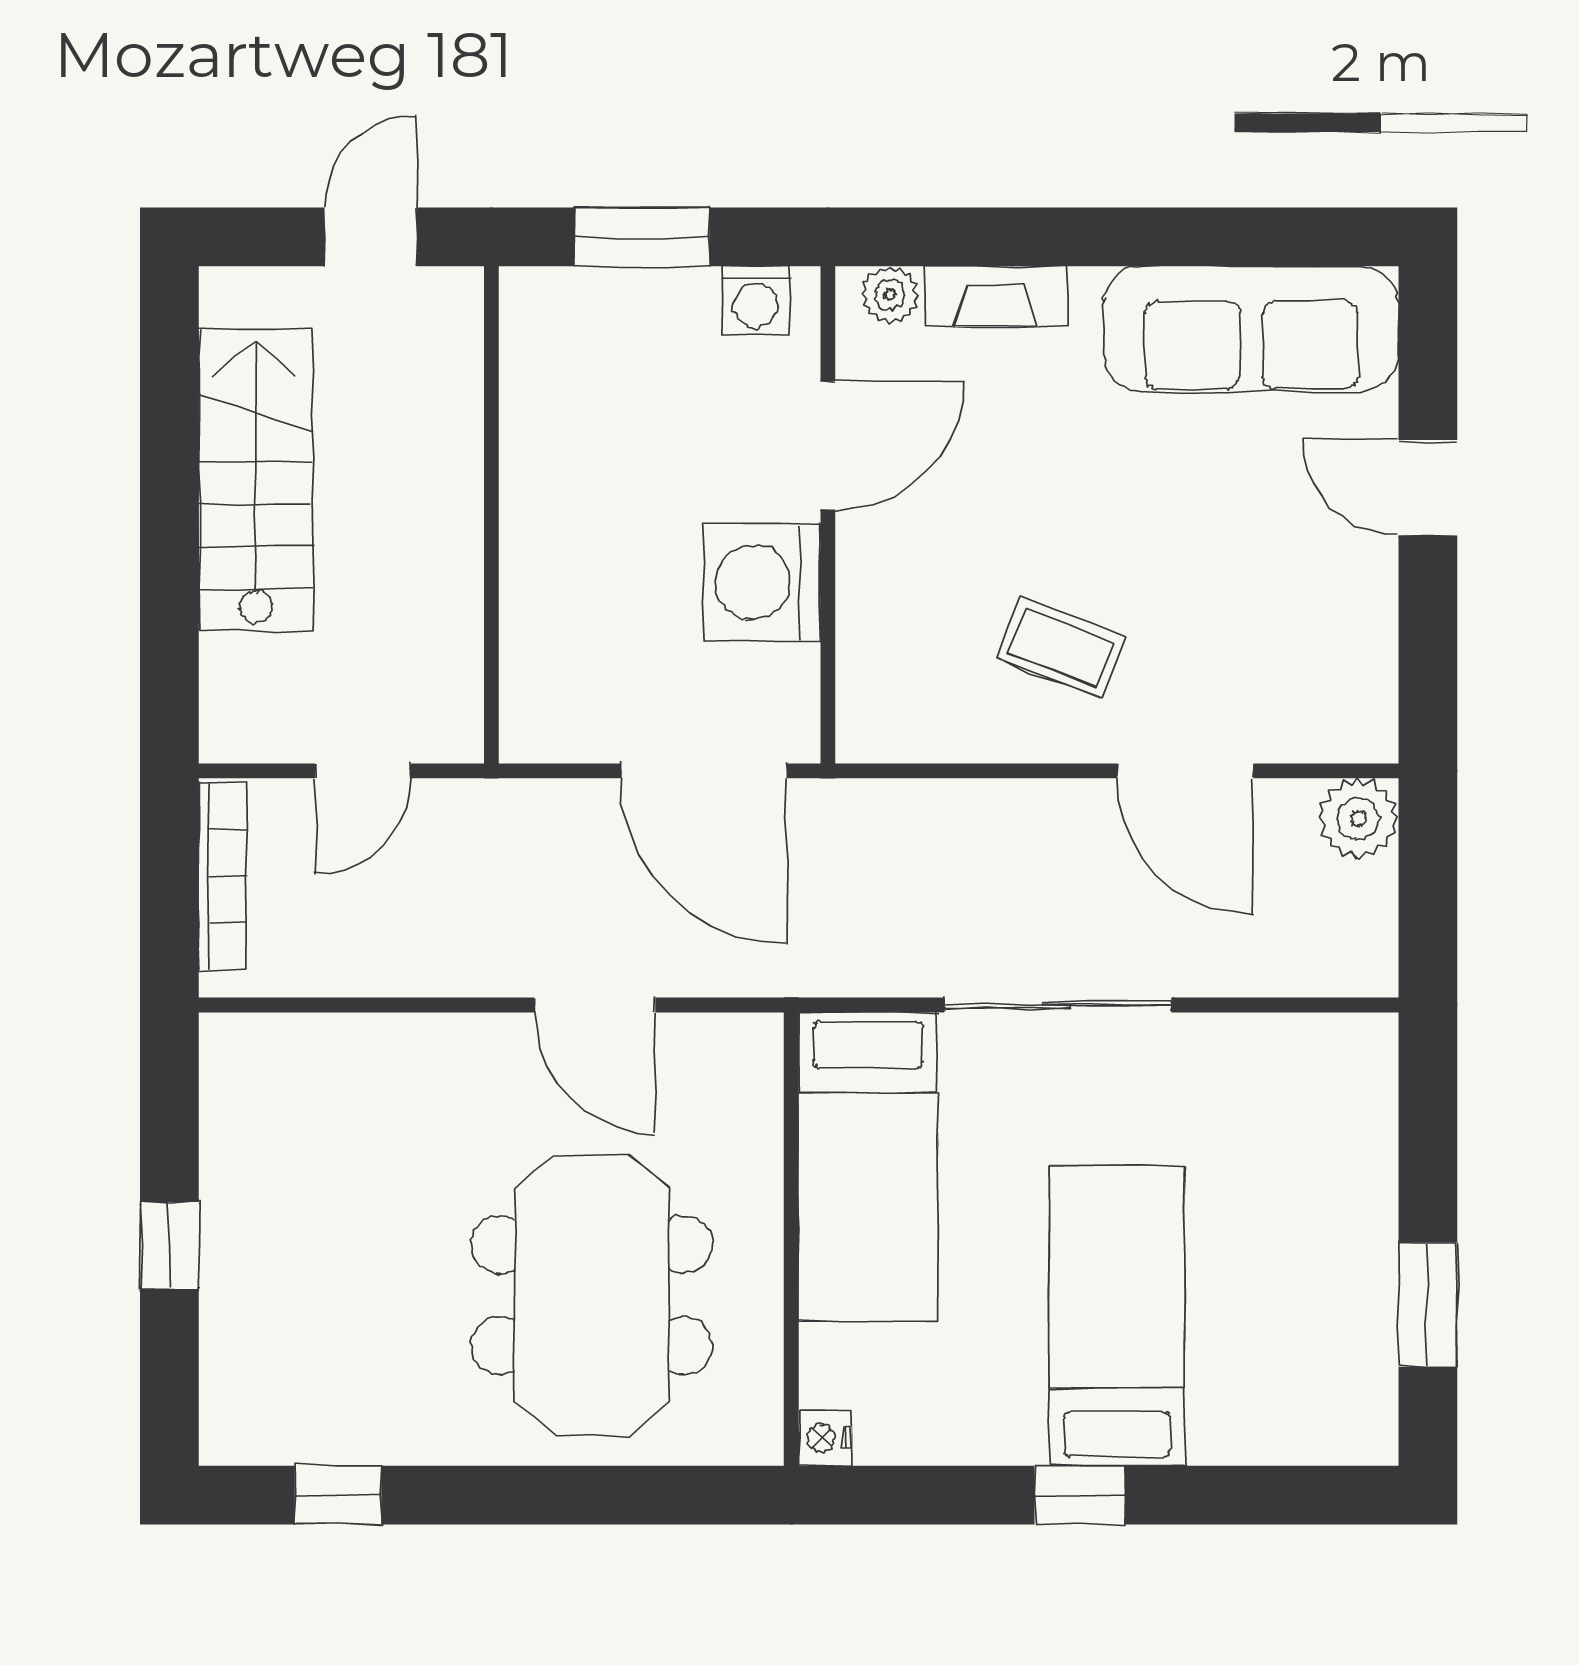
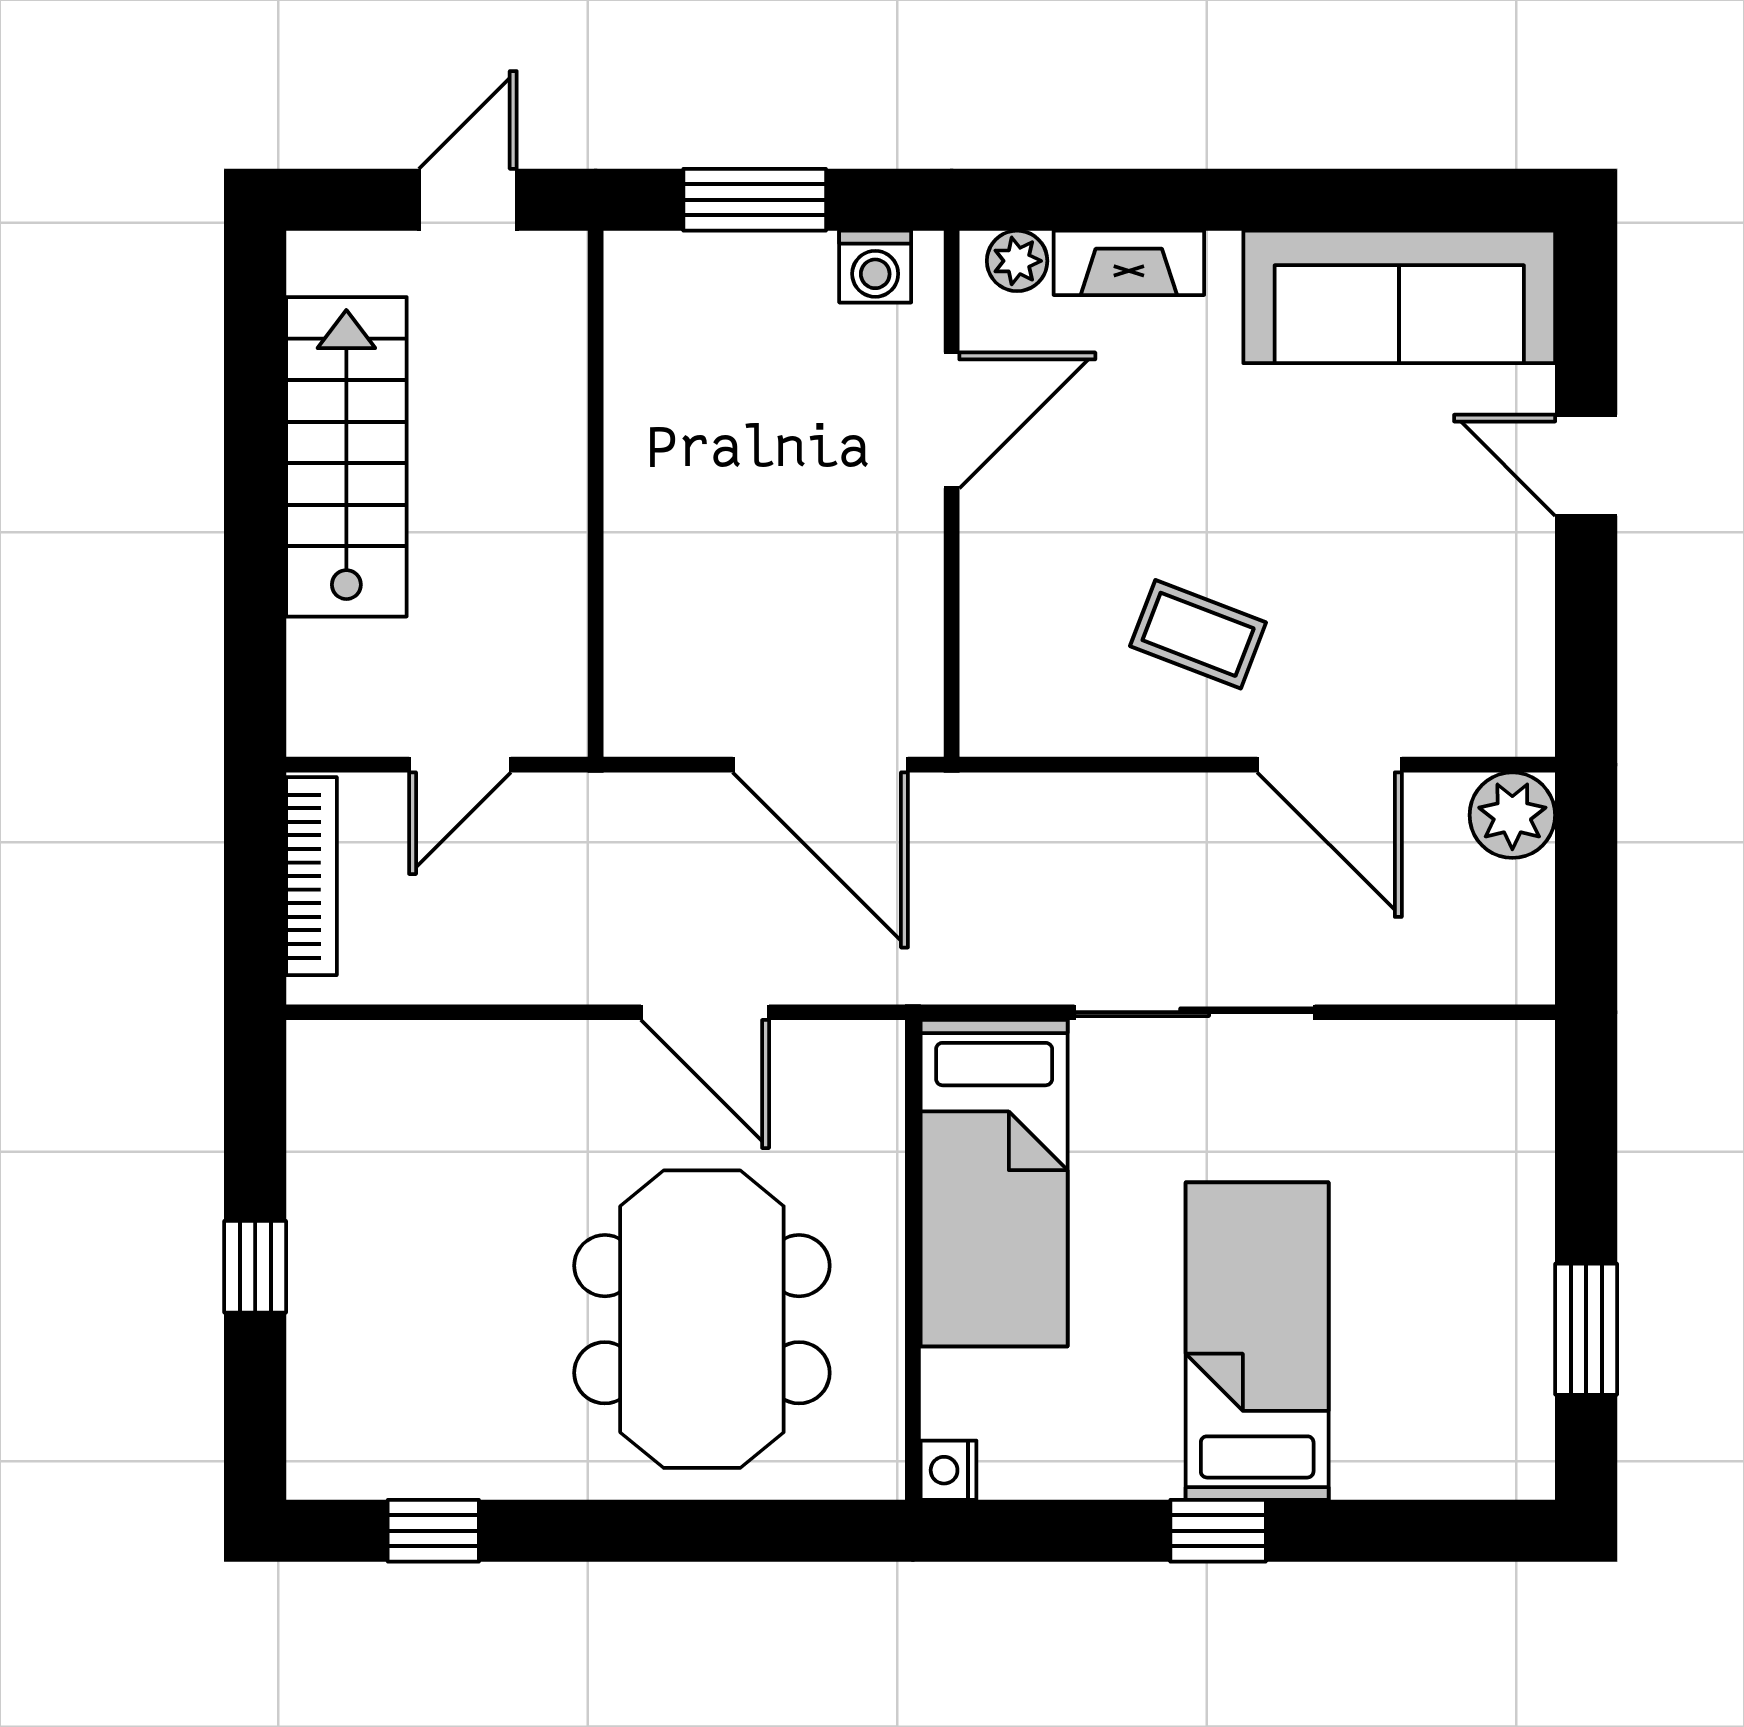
washing machine: (762, 582) -> (882, 565), removed

